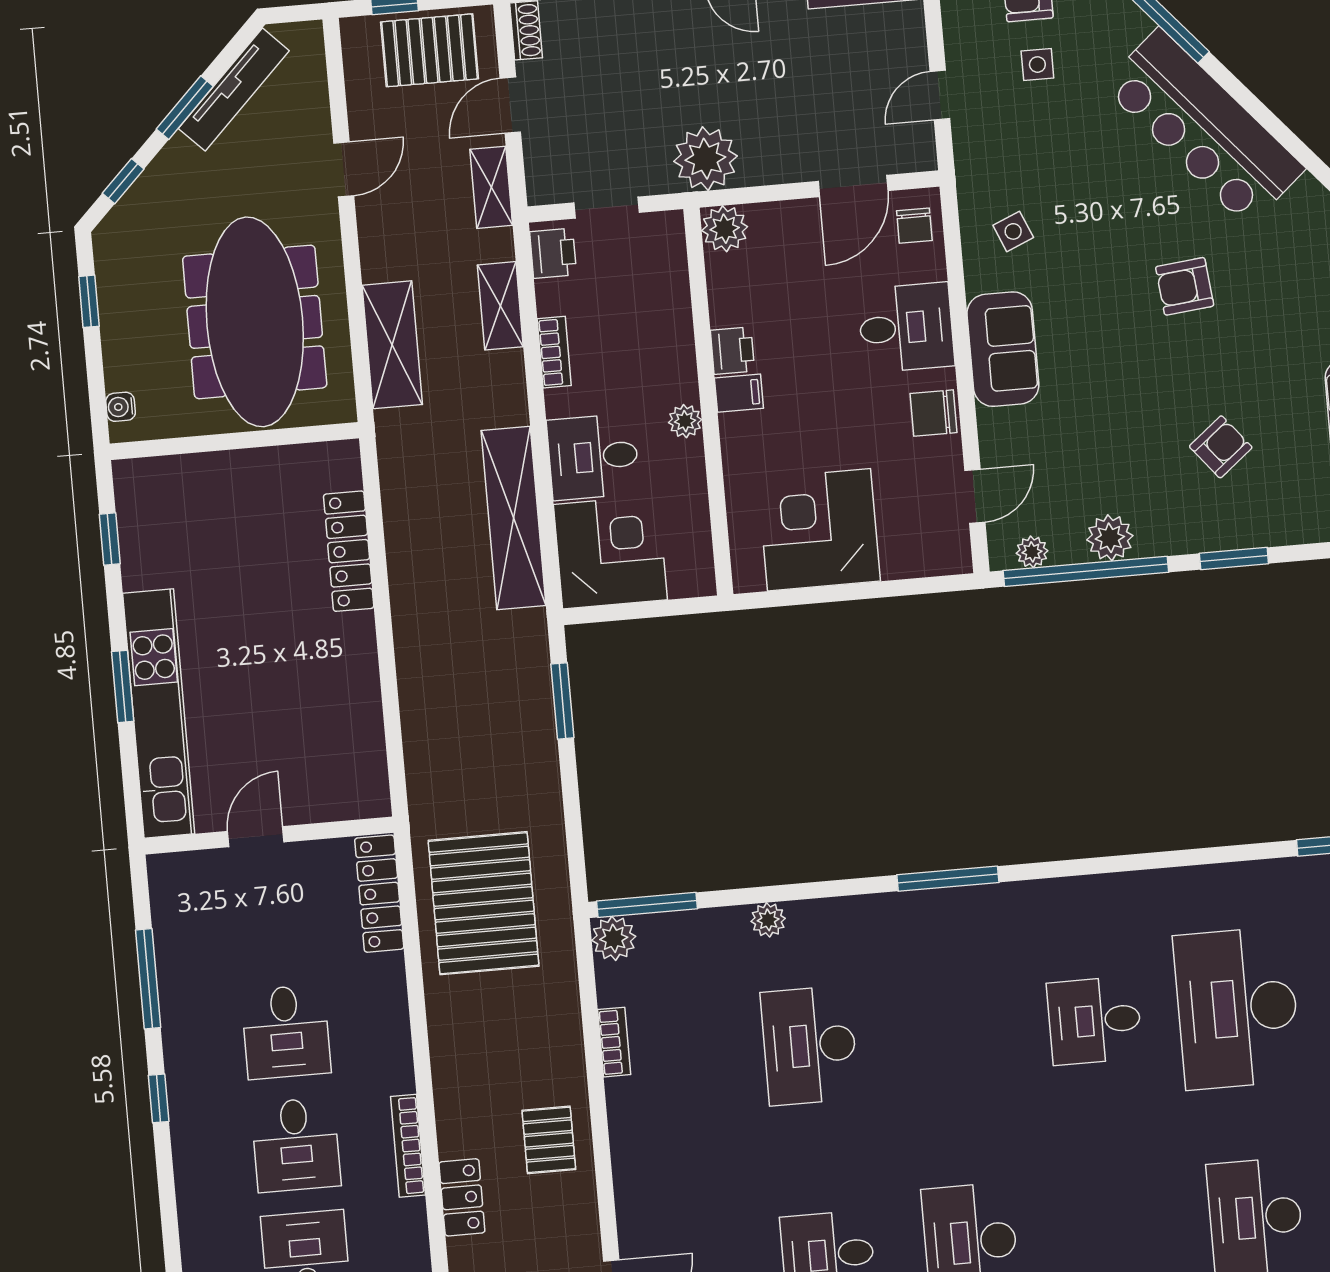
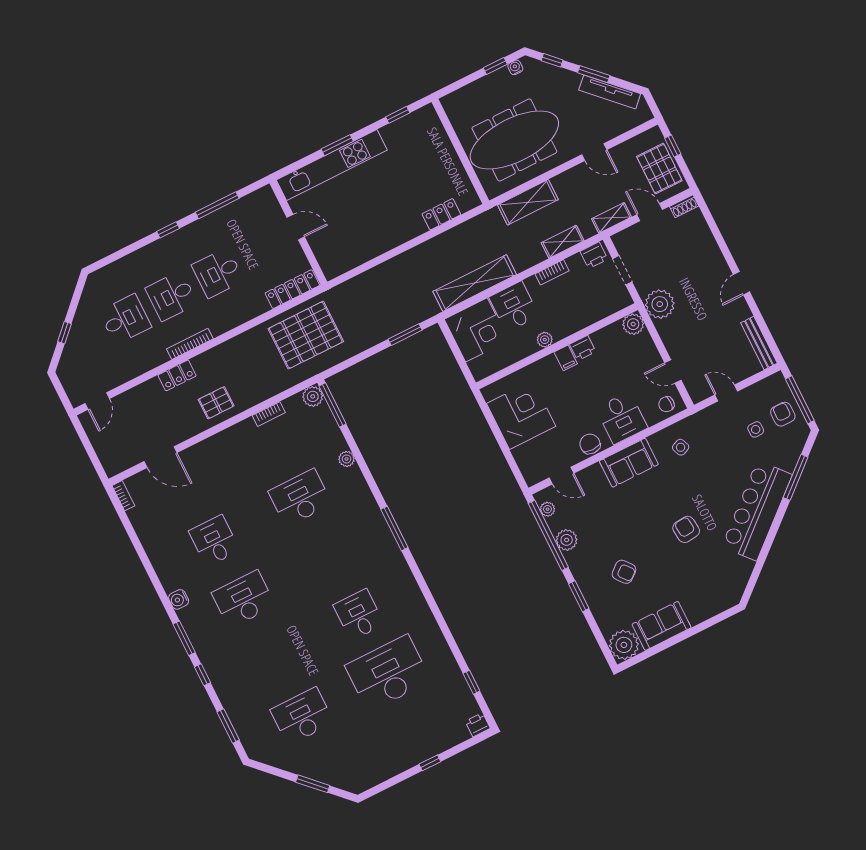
door: (853, 186) -> (673, 372), width x0.73
water cooler: (121, 407) -> (515, 67), moved
locker: (349, 551) -> (441, 214), width x0.66

